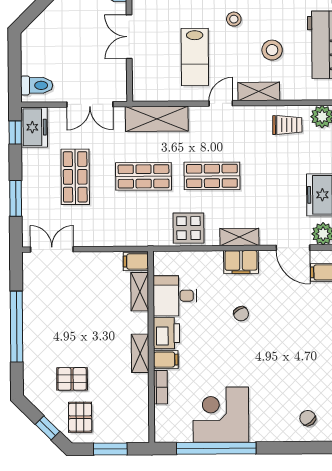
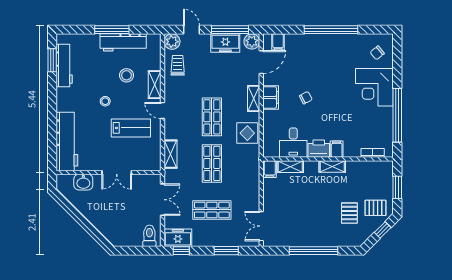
shelving: (157, 119) -> (171, 154), width x0.67, depth x0.75
bookcase: (161, 387) -> (373, 153), moved
corner desk: (221, 415) -> (374, 87), moved

